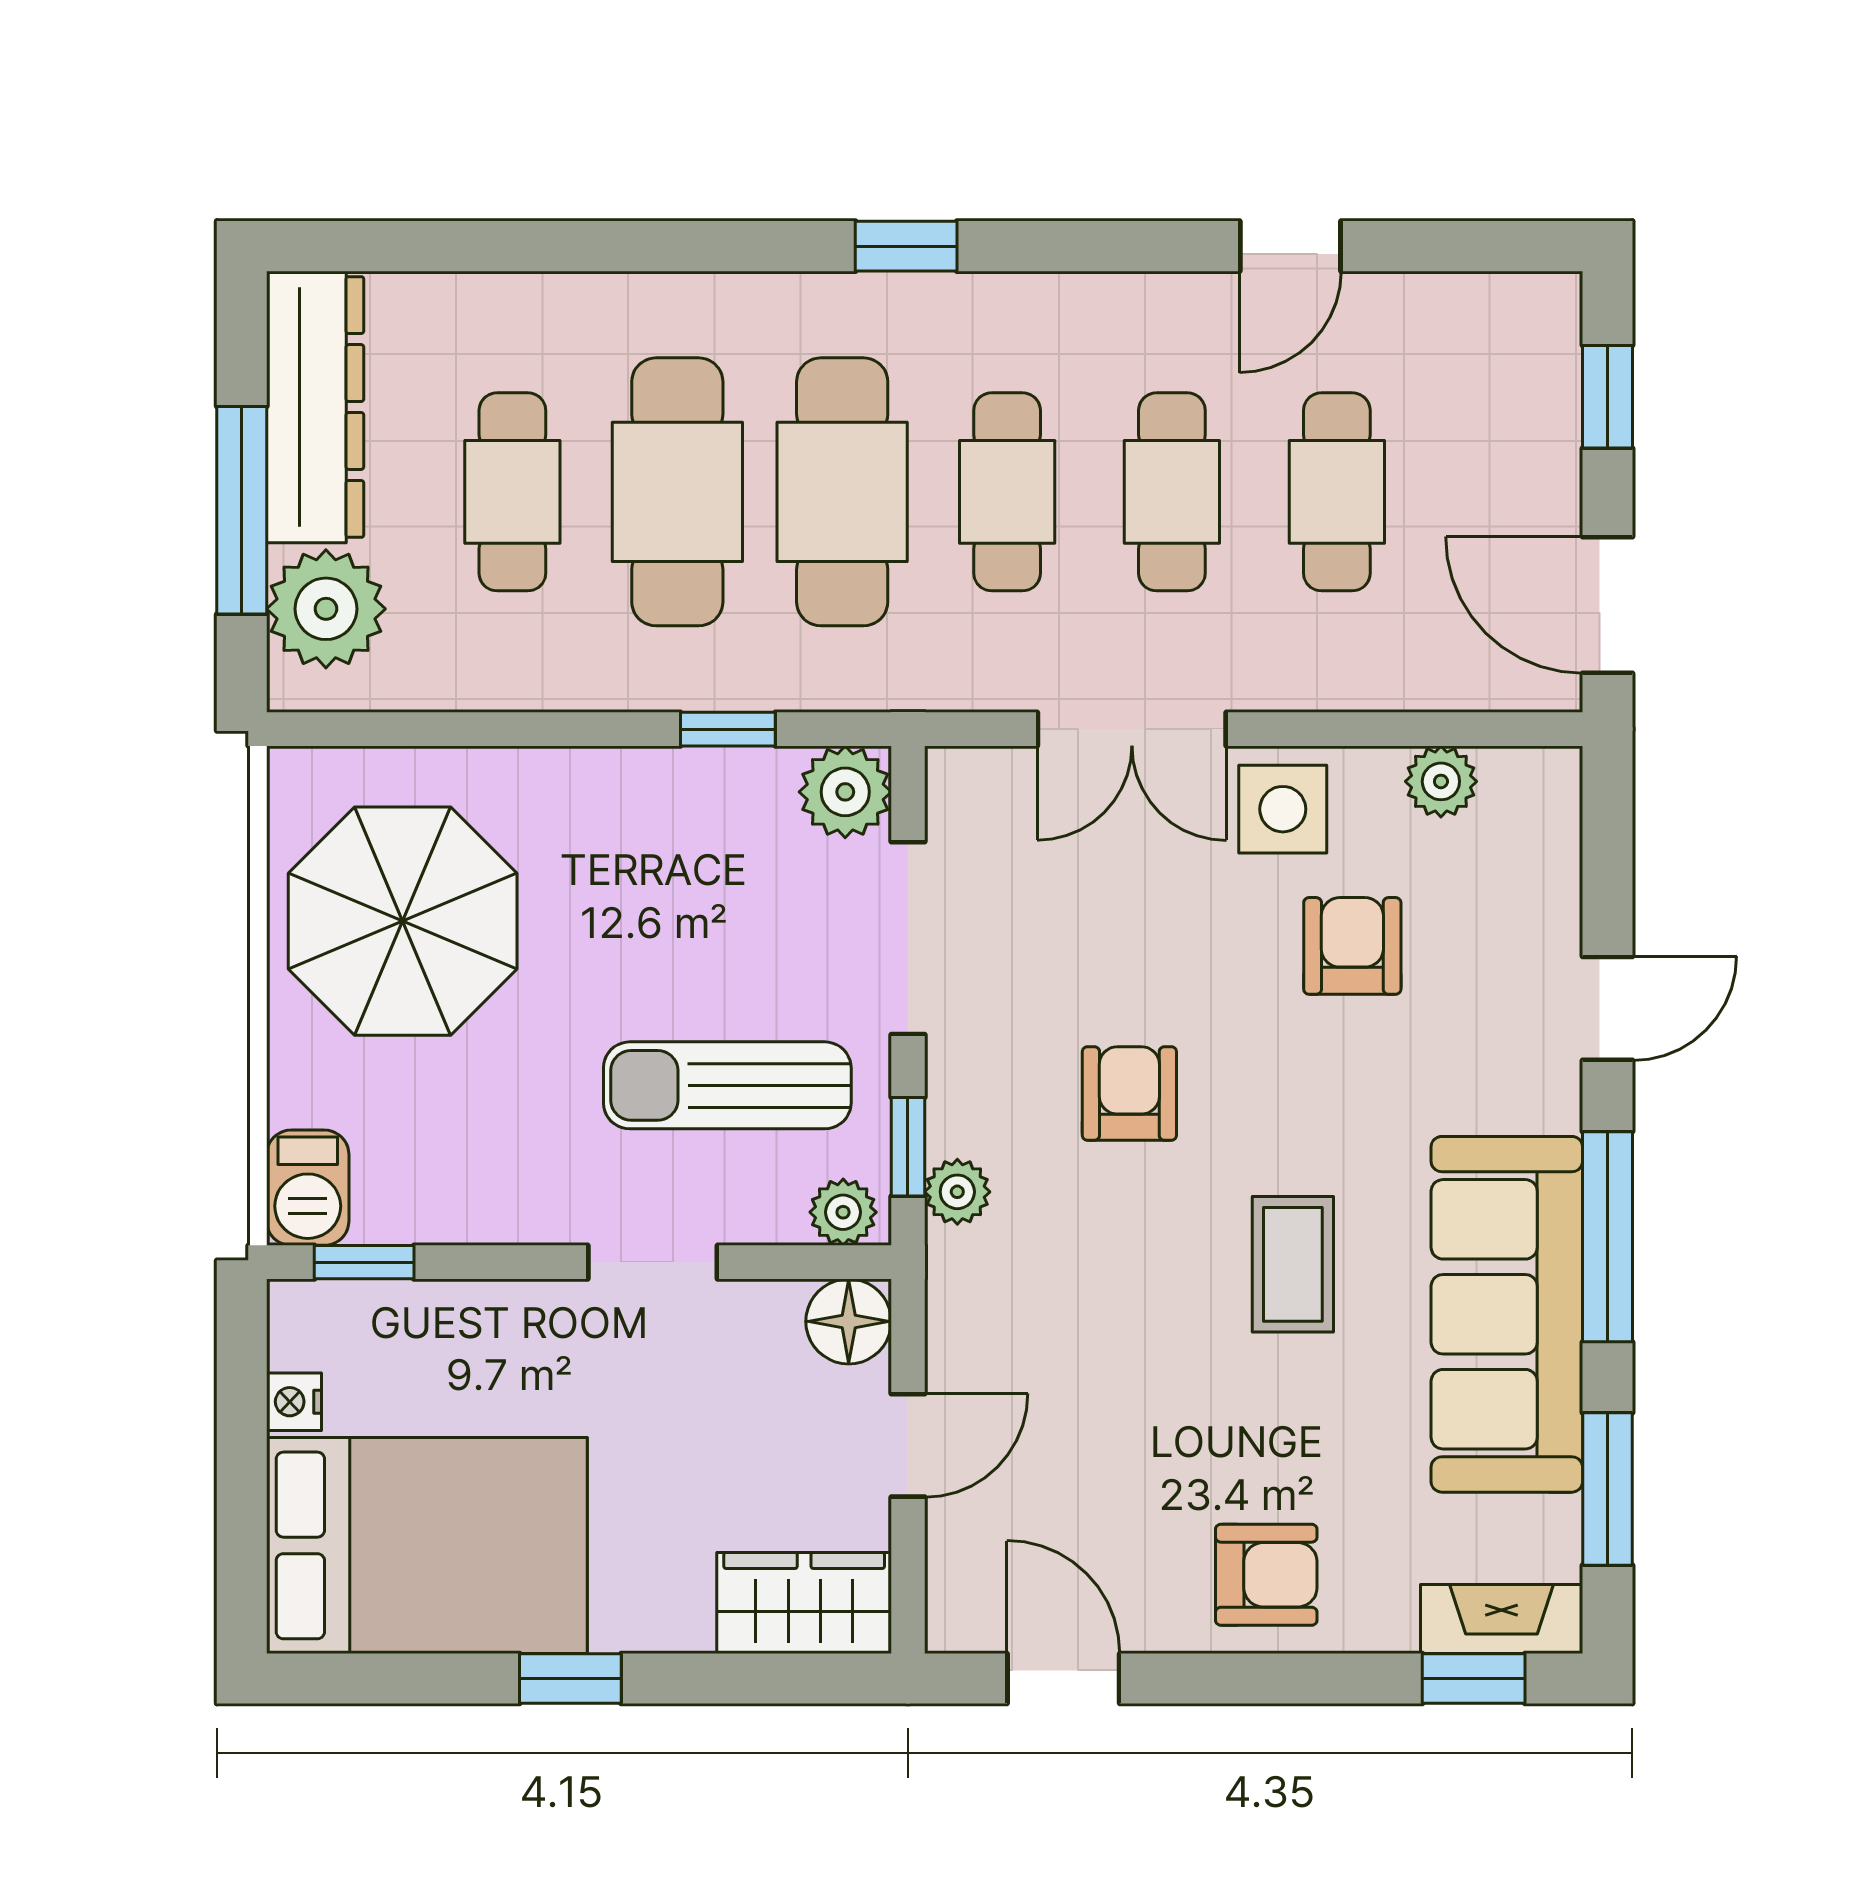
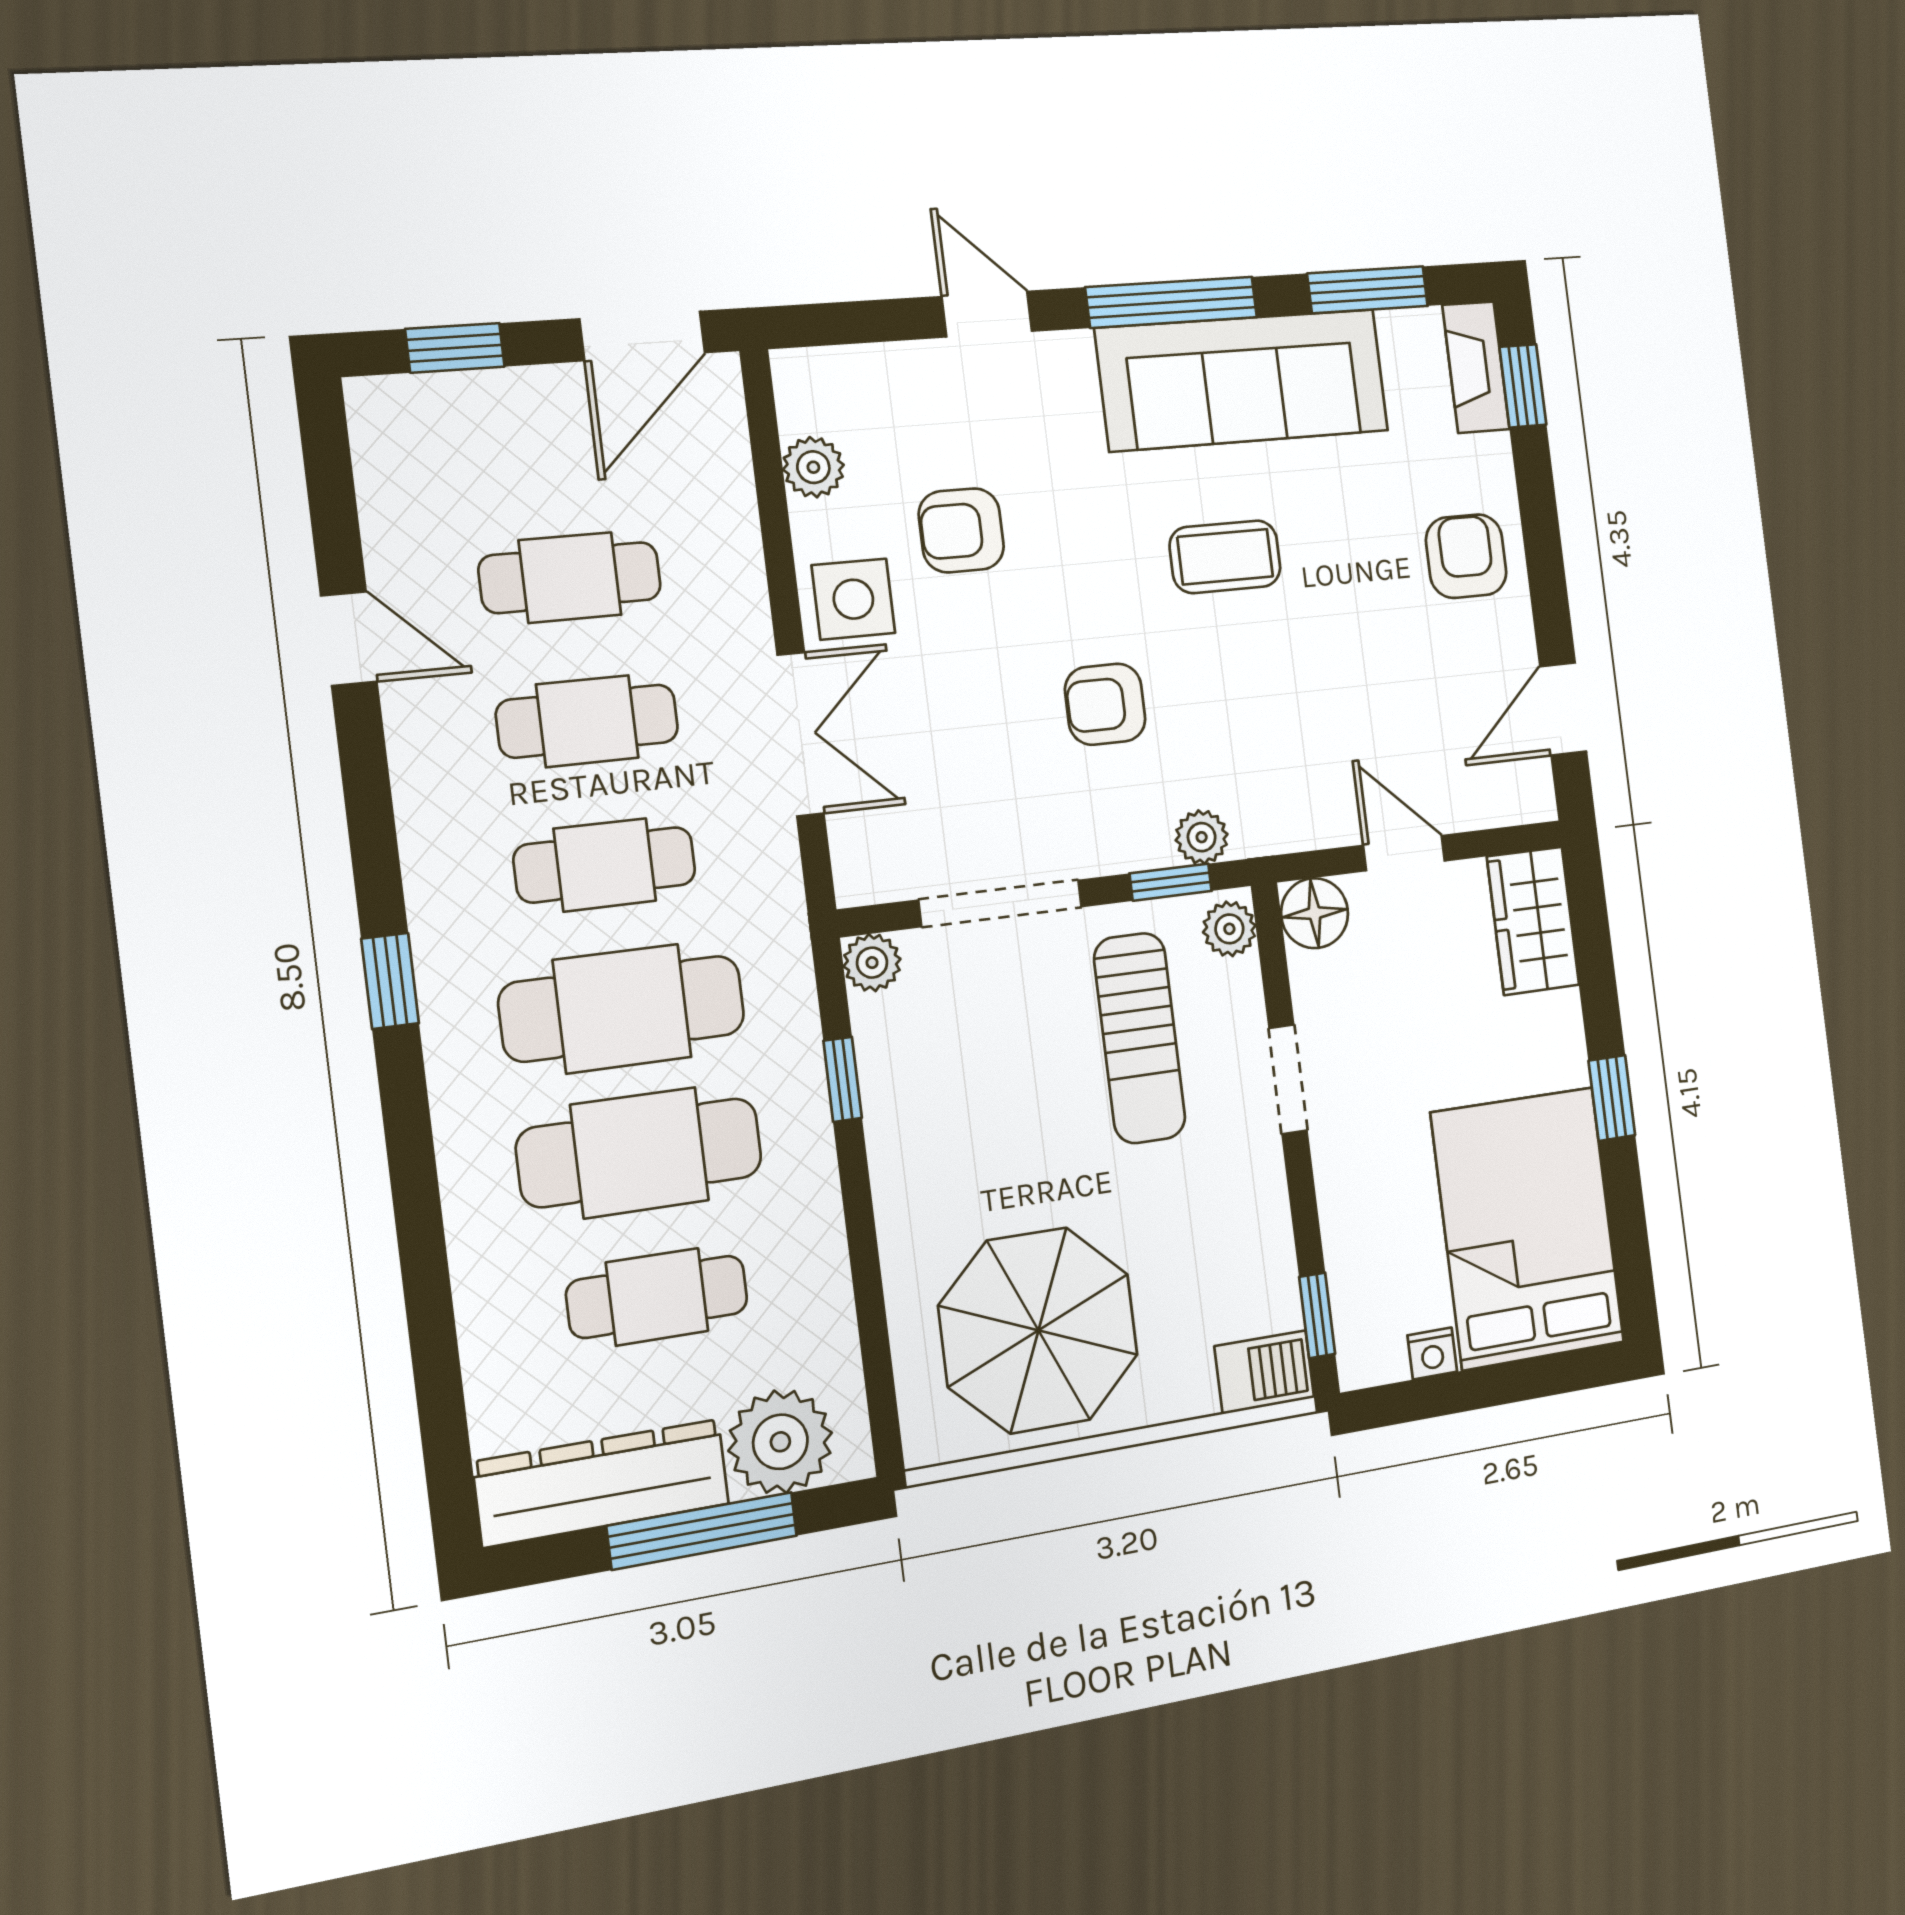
plant: (845, 792) -> (872, 963), width x0.73, depth x0.73

